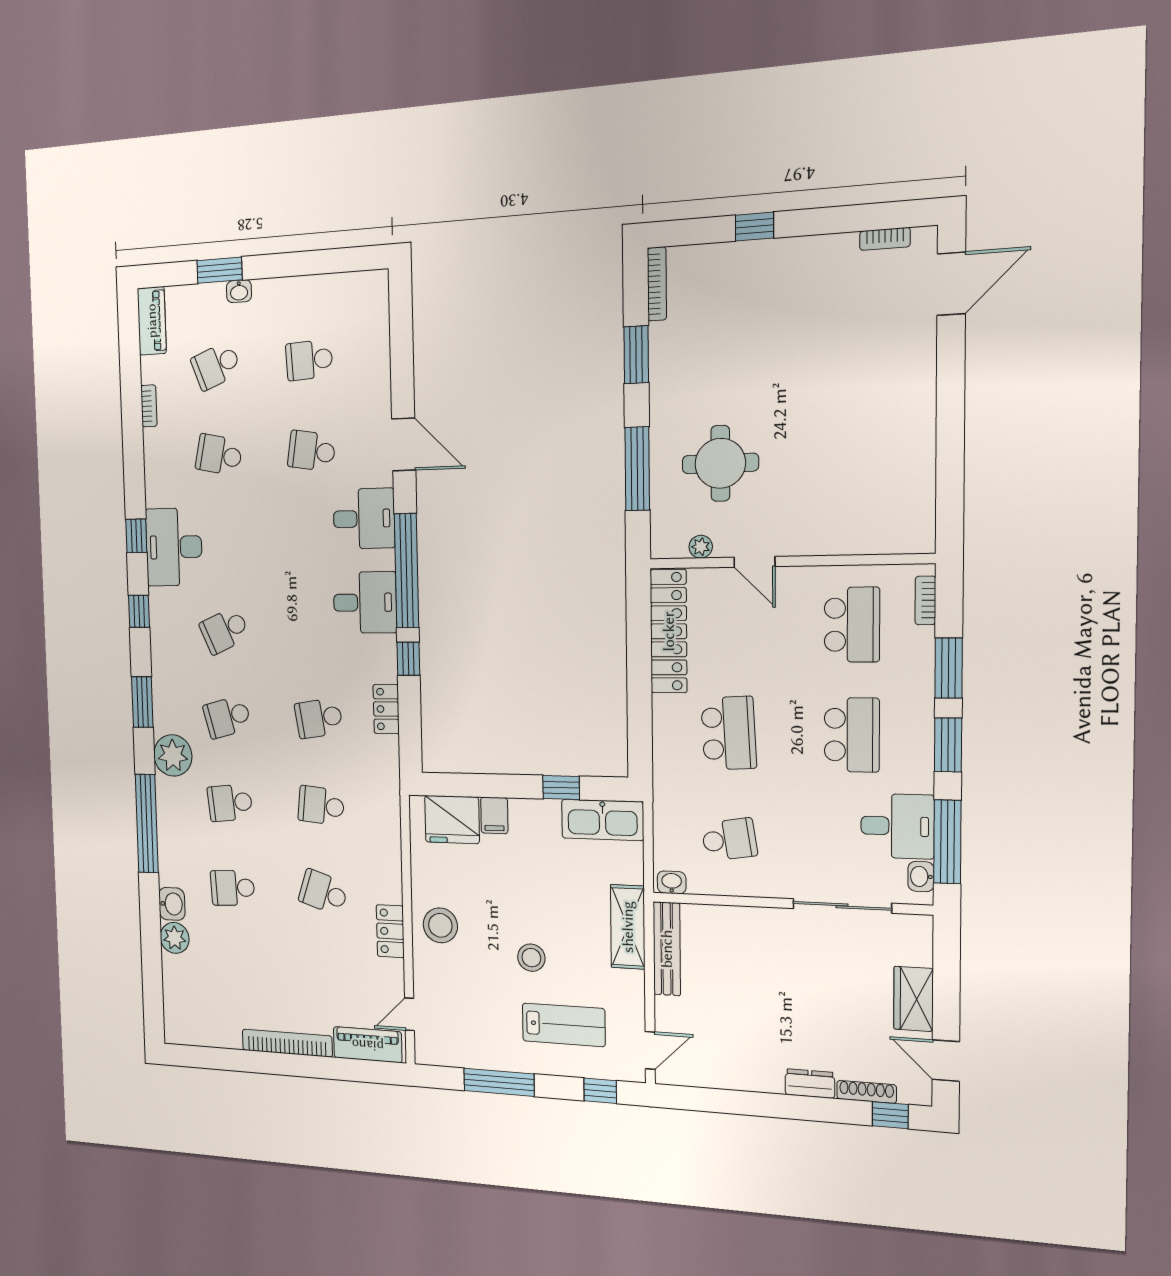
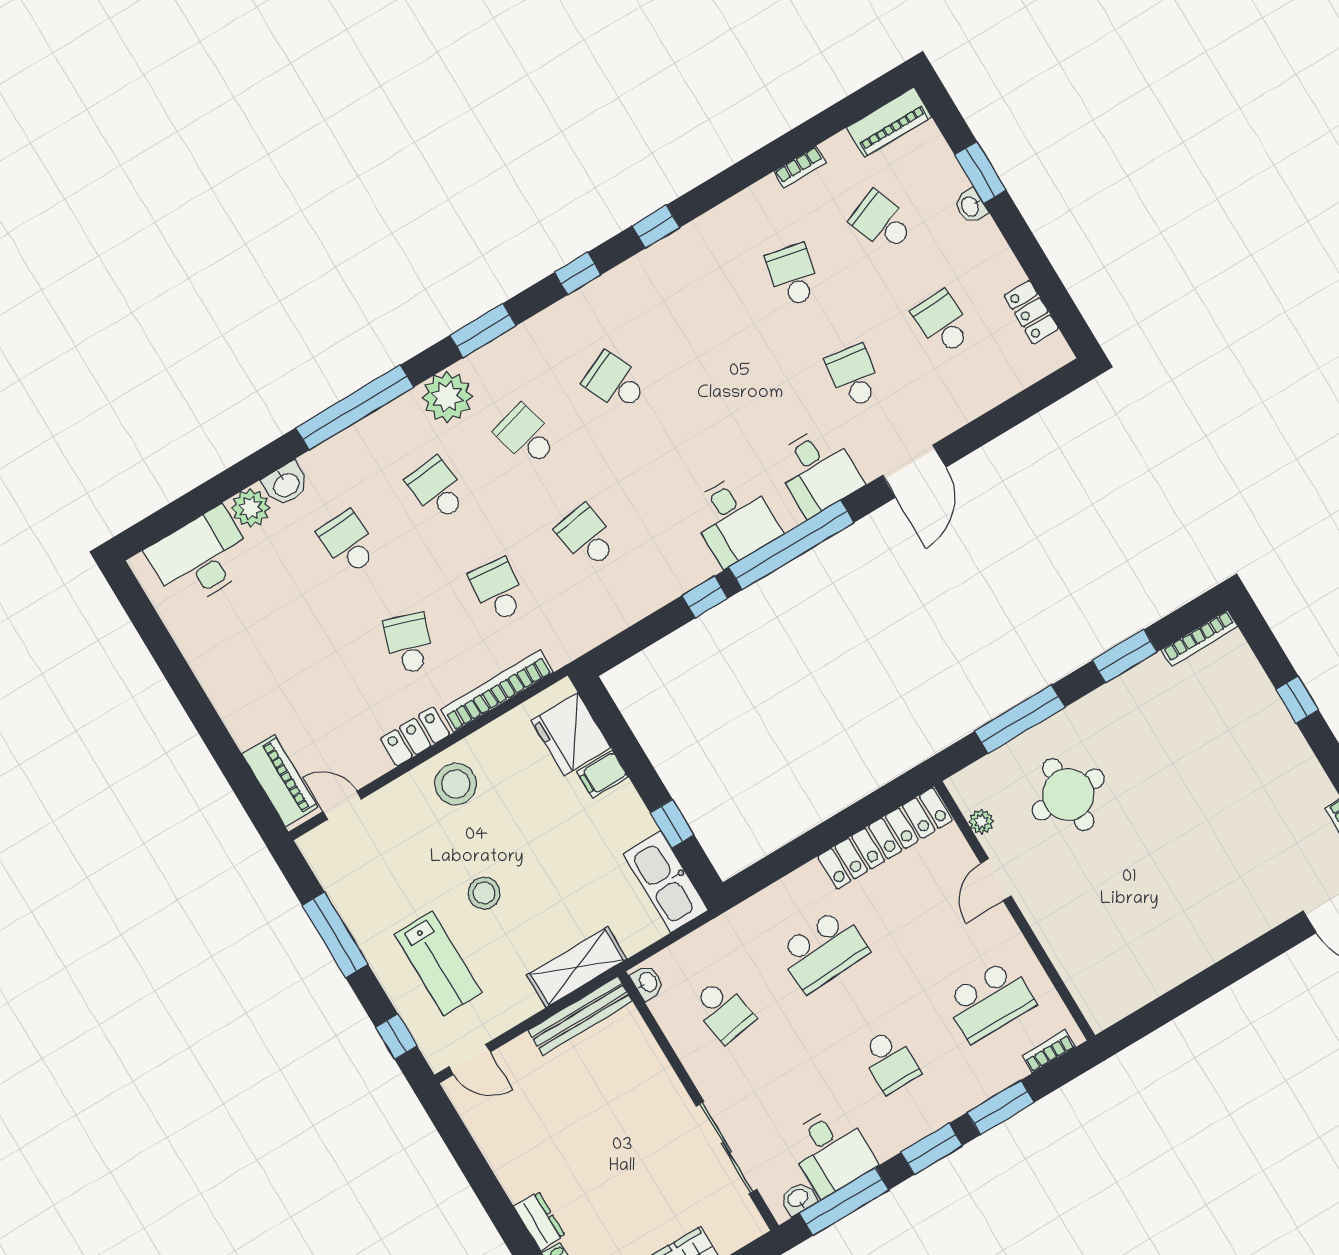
desk: (174, 547) -> (201, 558), moved
locker: (386, 709) -> (1031, 312), moved, turned -90
school desk: (852, 735) -> (890, 1061), width x0.54
bookcase: (287, 1043) -> (497, 691), moved, turned -90

